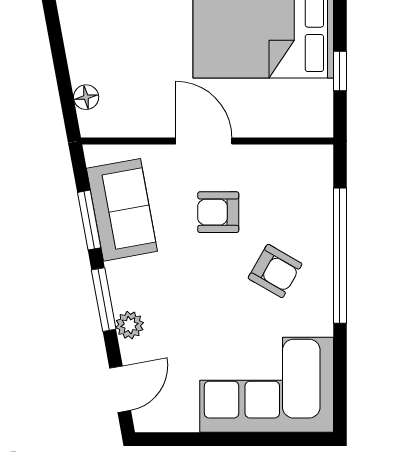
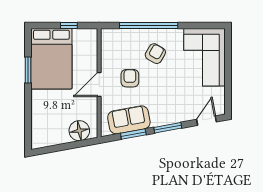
floor lamp: (86, 97) -> (79, 131), width x1.89, depth x1.89
armchair: (218, 212) -> (130, 78), turned 180
plant: (130, 325) -> (179, 117), removed
door: (120, 389) -> (207, 121), hinge flipped

